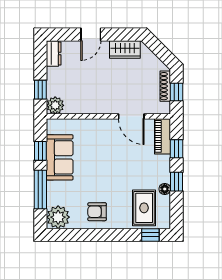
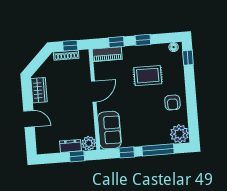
dresser: (54, 54) -> (70, 146), moved
door: (131, 116) -> (94, 92), moved
sofa: (60, 157) -> (109, 130), moved, turned 90
floor lamp: (165, 189) -> (174, 47), moved
rug: (144, 208) -> (148, 76), moved

